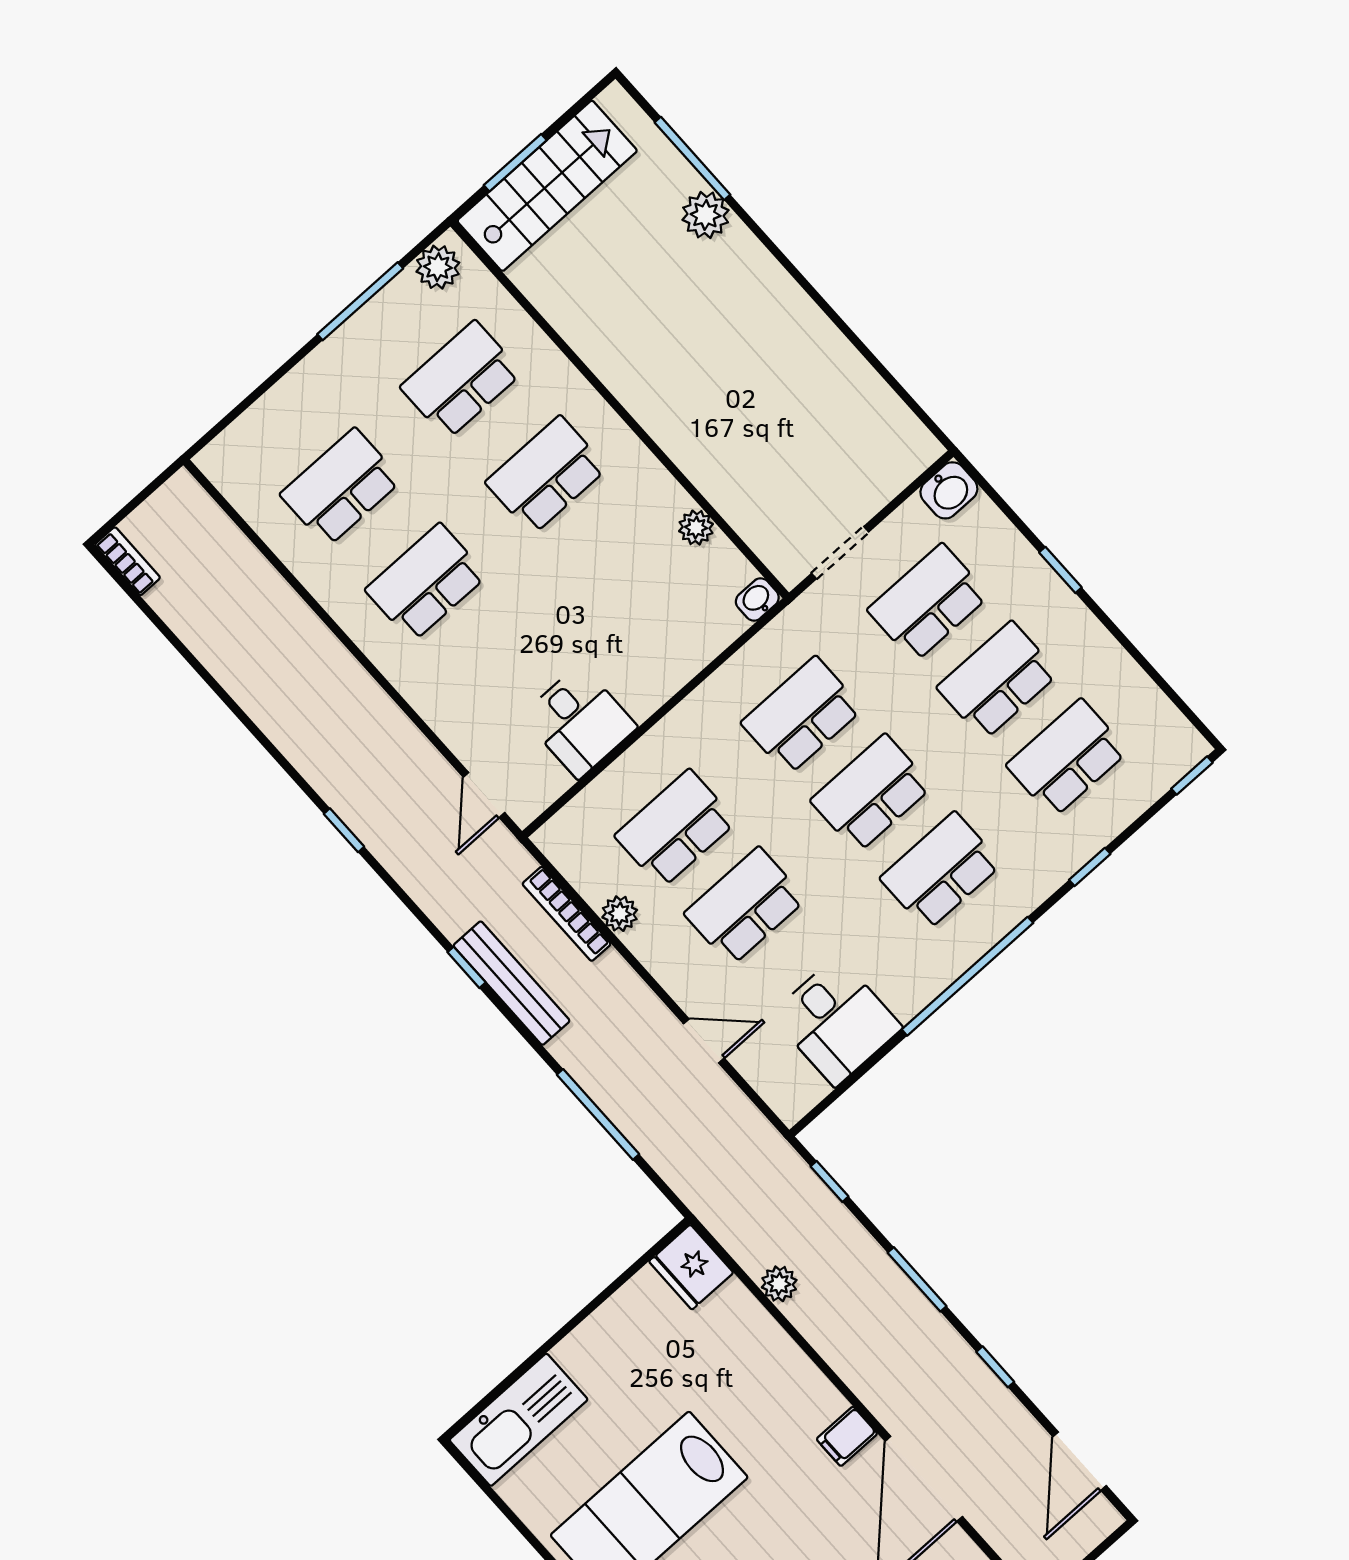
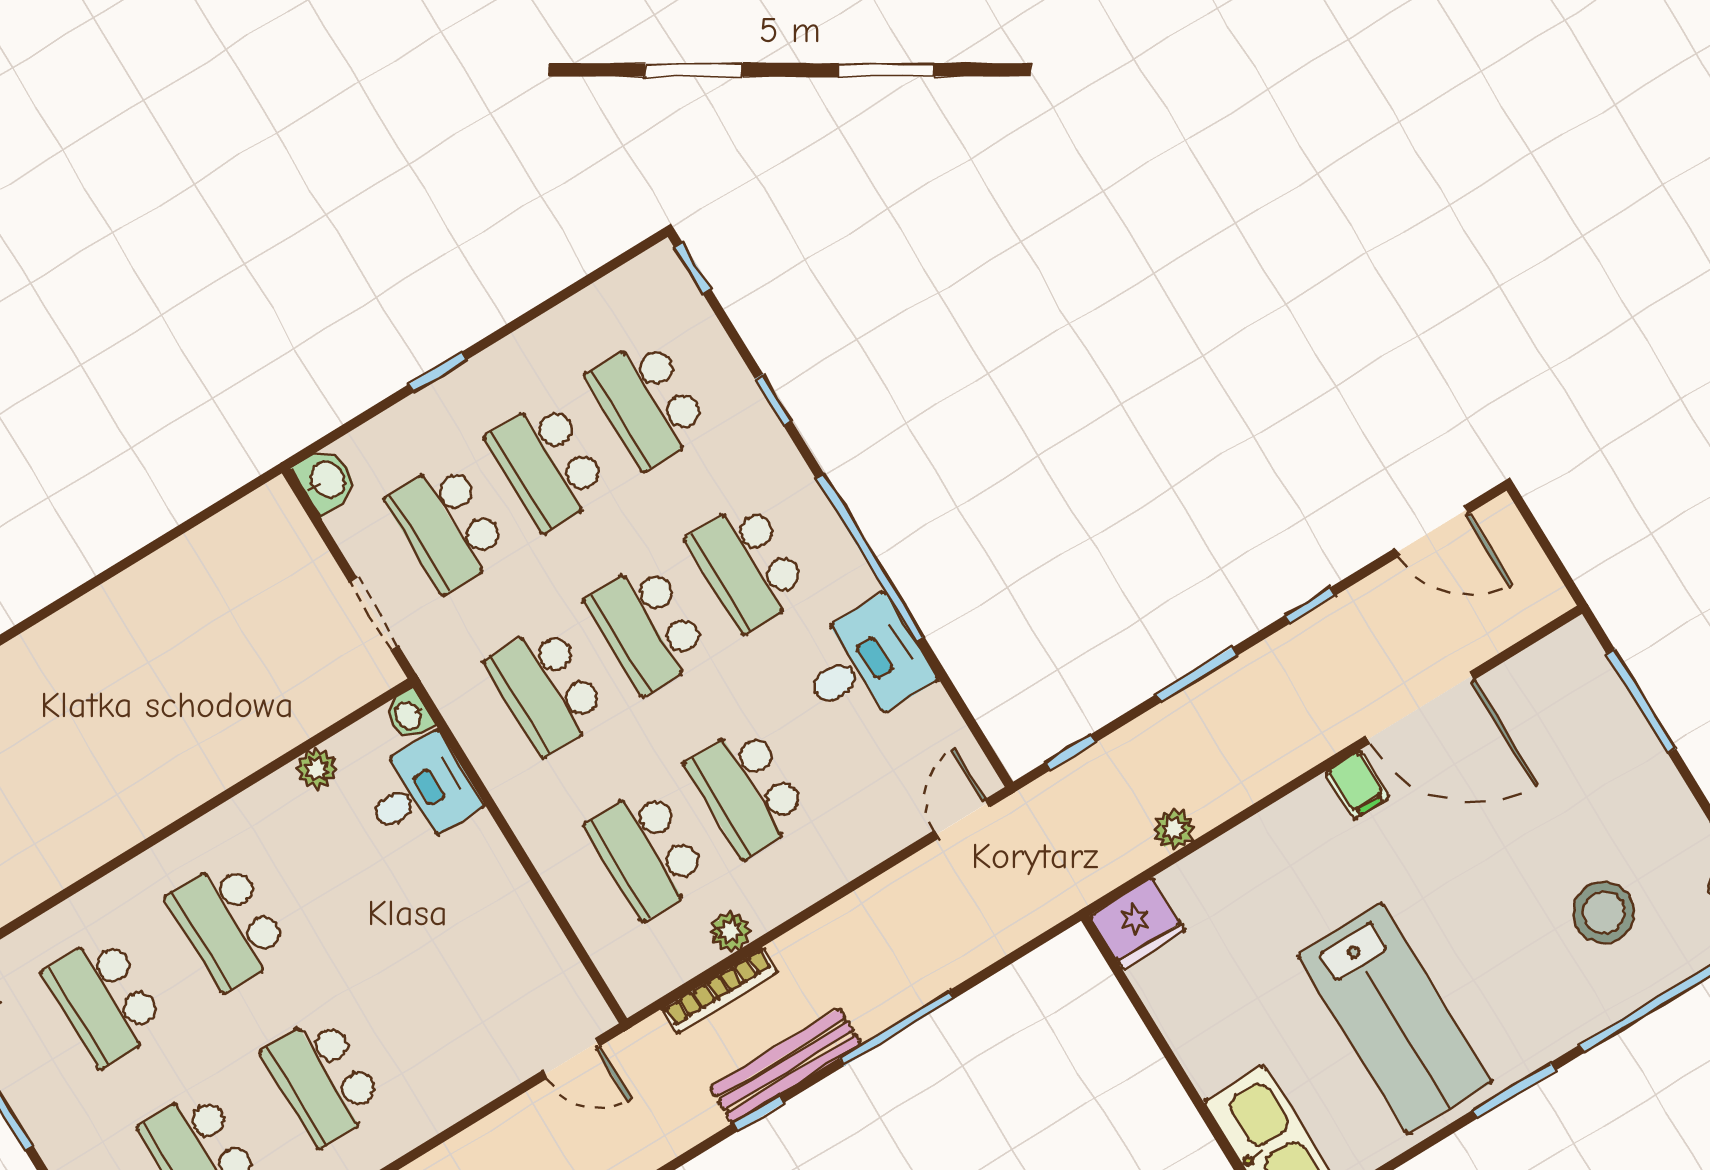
desk: (579, 721) -> (420, 793), moved
desk: (836, 1021) -> (864, 665), moved
door: (704, 1041) -> (962, 819), moved
window: (598, 1114) -> (897, 1028), moved

